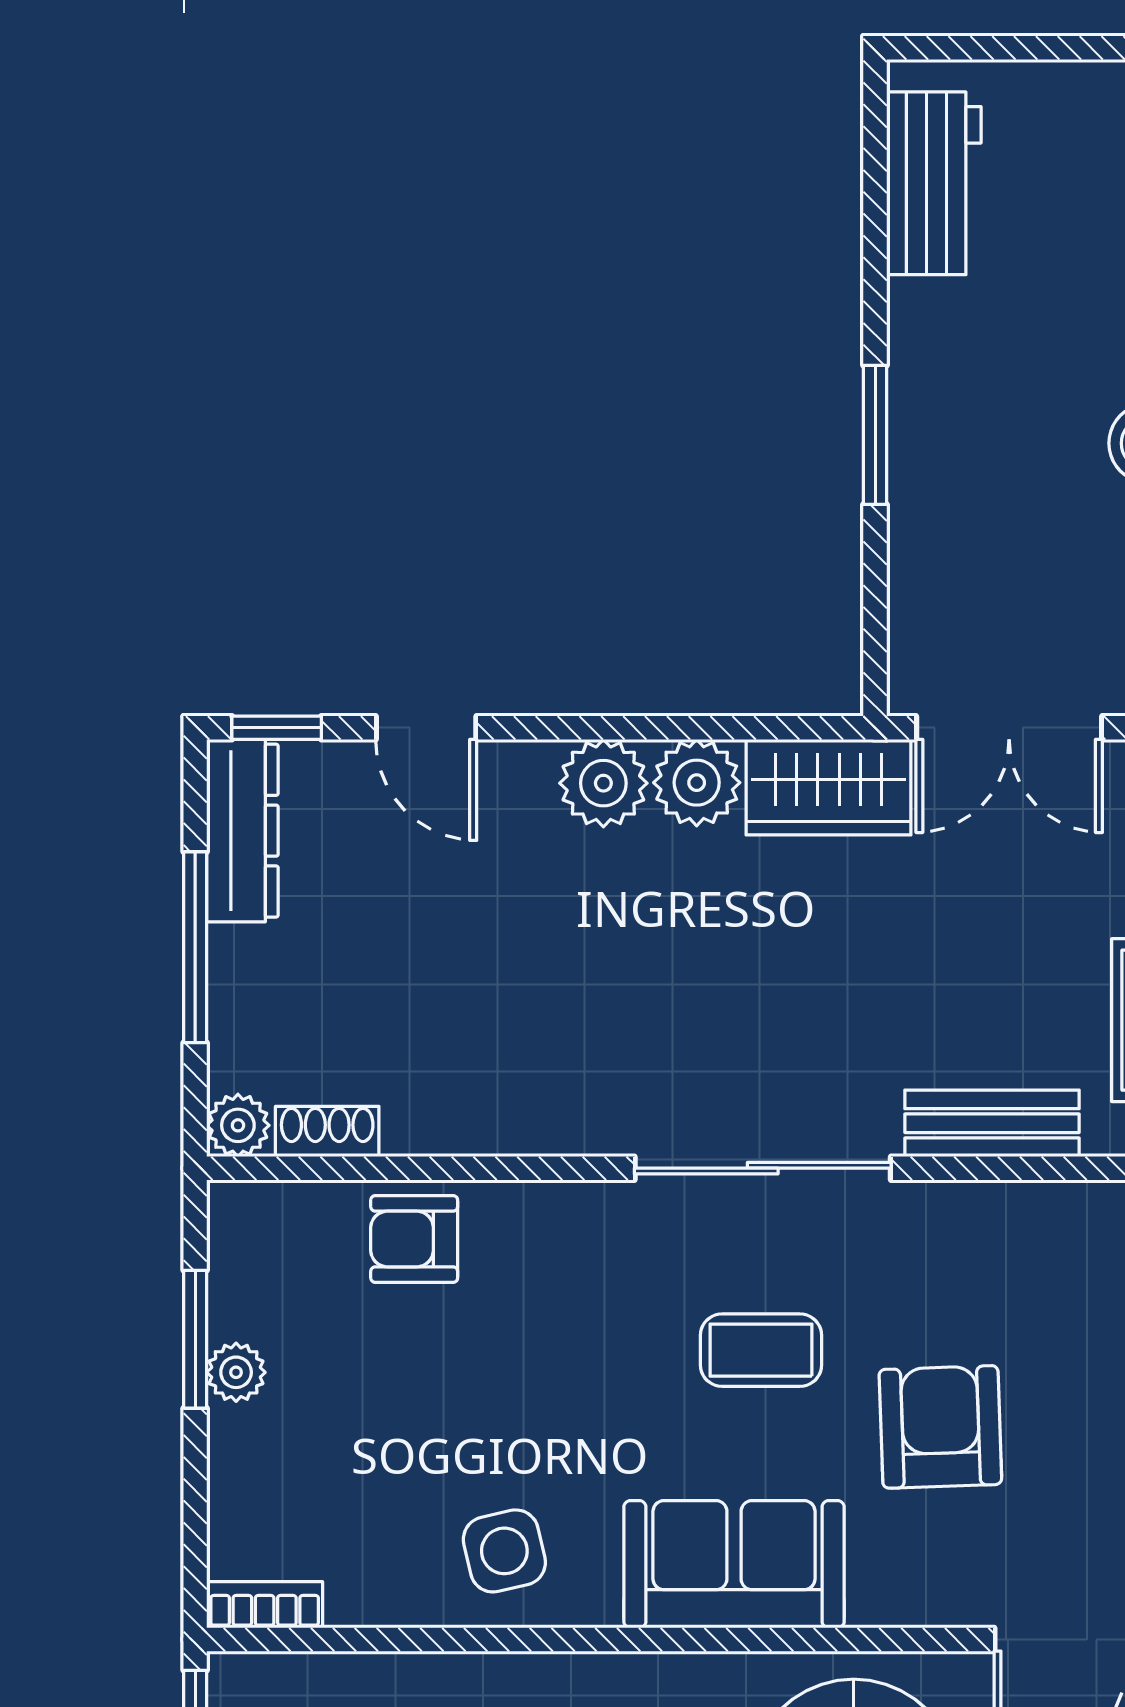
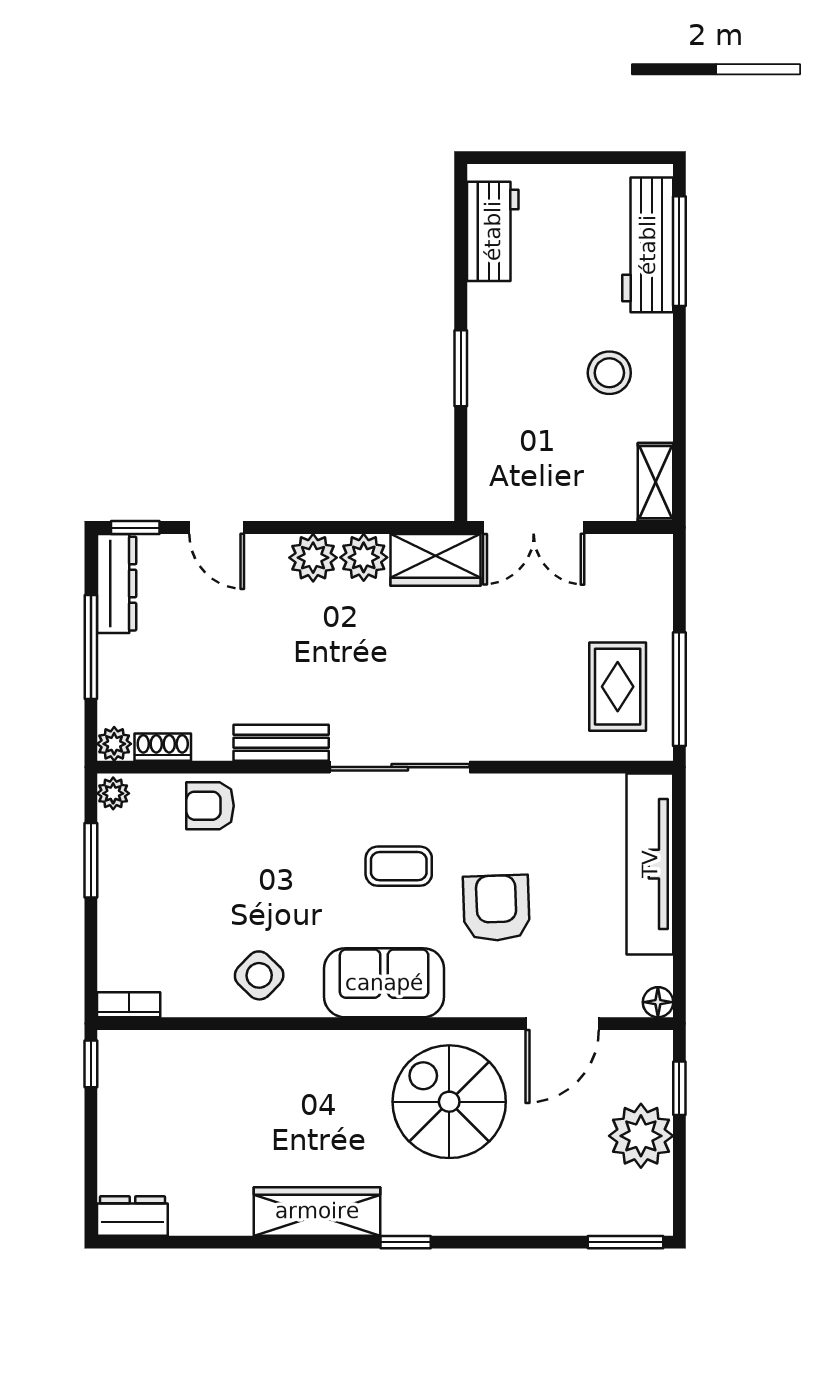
bench: (992, 1123) -> (281, 743), moved
plant: (236, 1372) -> (113, 793), moved
side table: (504, 1551) -> (259, 975), turned -33

